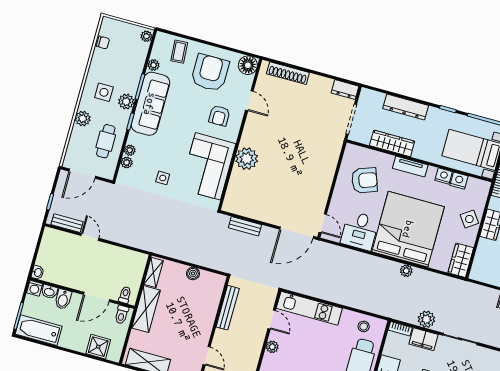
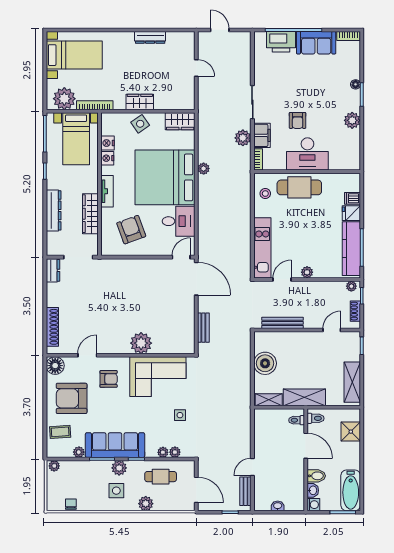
washbasin: (38, 272) -> (278, 506), moved
boiler: (193, 273) -> (265, 363), width x1.86, depth x1.86

